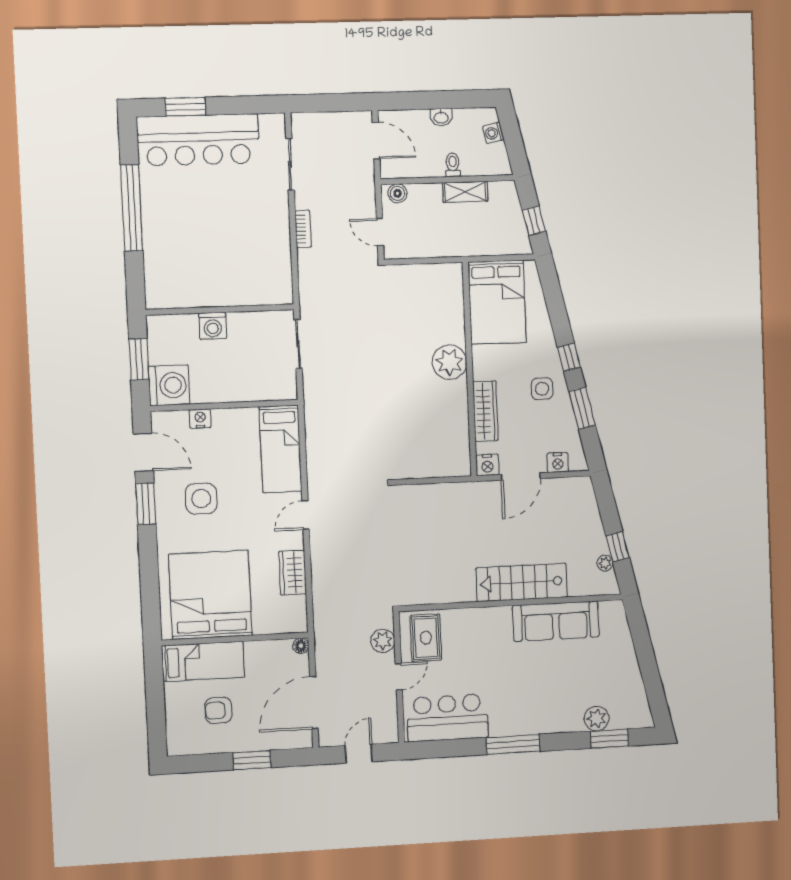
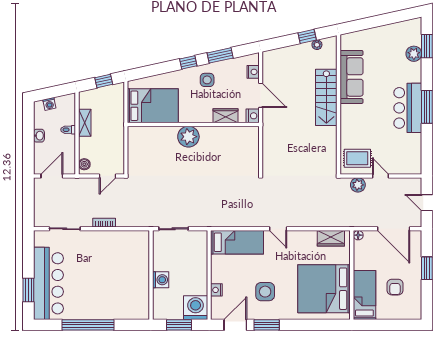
wardrobe: (485, 411) -> (226, 116), width x0.67
wardrobe: (293, 573) -> (331, 238), moved
bar counter: (447, 718) -> (408, 108), moved

